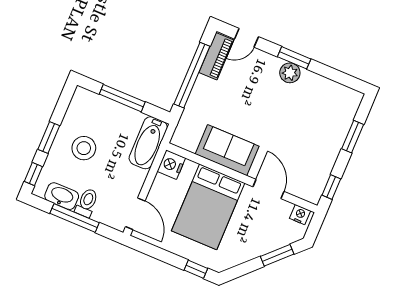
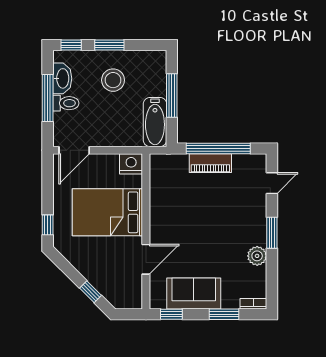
door: (247, 38) -> (272, 183), swing flipped
piano: (216, 56) -> (210, 163), moved
plant: (290, 73) -> (257, 256), moved
bookcase: (354, 104) -> (253, 304), added
bathtub: (148, 143) -> (155, 122), moved, turned -90
sofa: (227, 150) -> (194, 293), moved, turned -90
nightstand: (300, 215) -> (135, 297), removed
window: (277, 255) -> (90, 292), width x0.67

